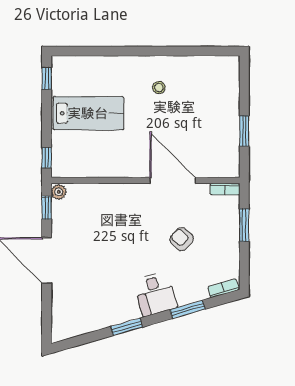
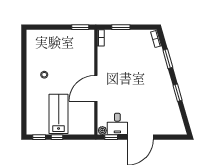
window: (244, 131) -> (80, 27), moved
window: (47, 158) -> (57, 137), moved
door: (173, 180) -> (96, 88), moved
armchair: (182, 239) -> (129, 62), removed
desk: (155, 294) -> (117, 124), moved, turned 106

